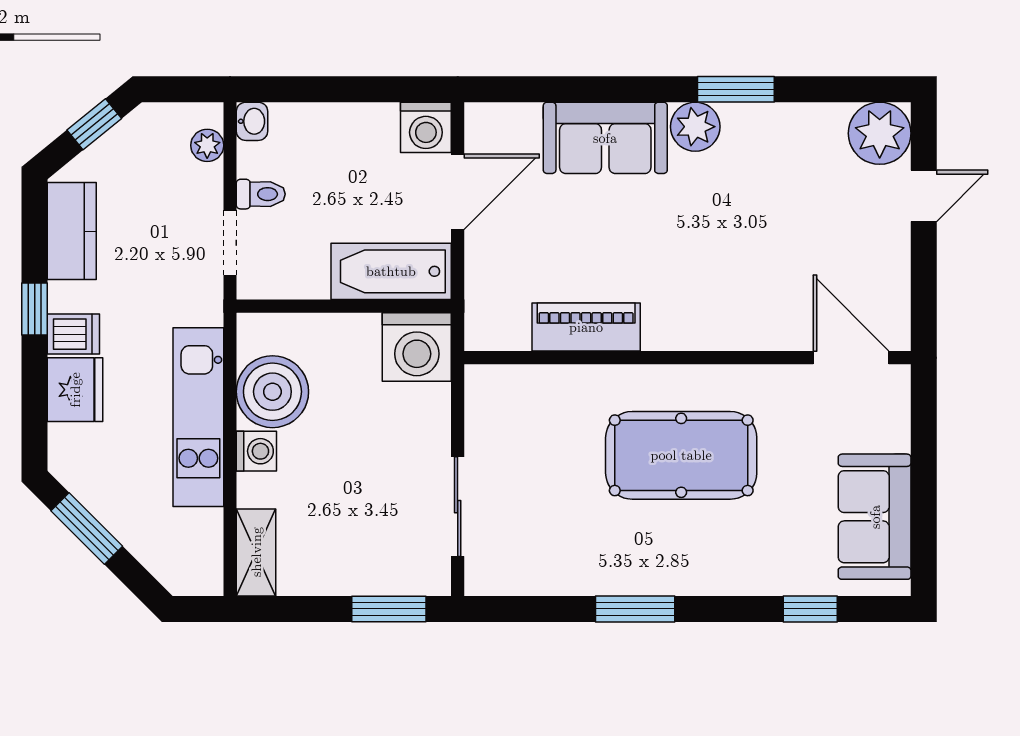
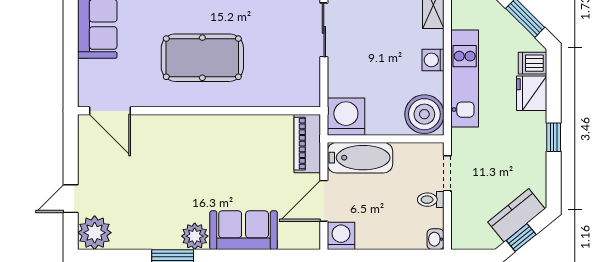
plant: (207, 145) -> (460, 226), removed
kitchen counter: (72, 231) -> (516, 215), moved, turned 51
piano: (586, 327) -> (307, 144), moved, turned 90
dishwasher: (73, 334) -> (533, 63), moved
boiler: (272, 392) -> (424, 114), moved

